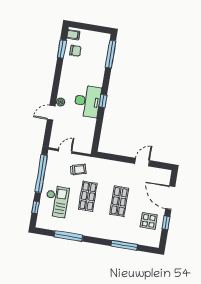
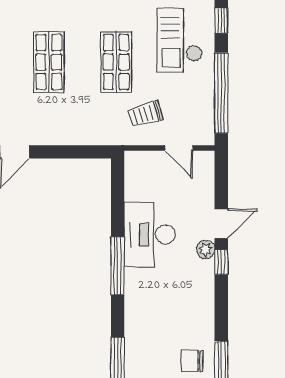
window: (54, 95) -> (221, 262), added
desk: (87, 101) -> (150, 235), moved
window: (103, 101) -> (118, 266), width x2.17
door: (65, 151) -> (179, 148), hinge flipped

